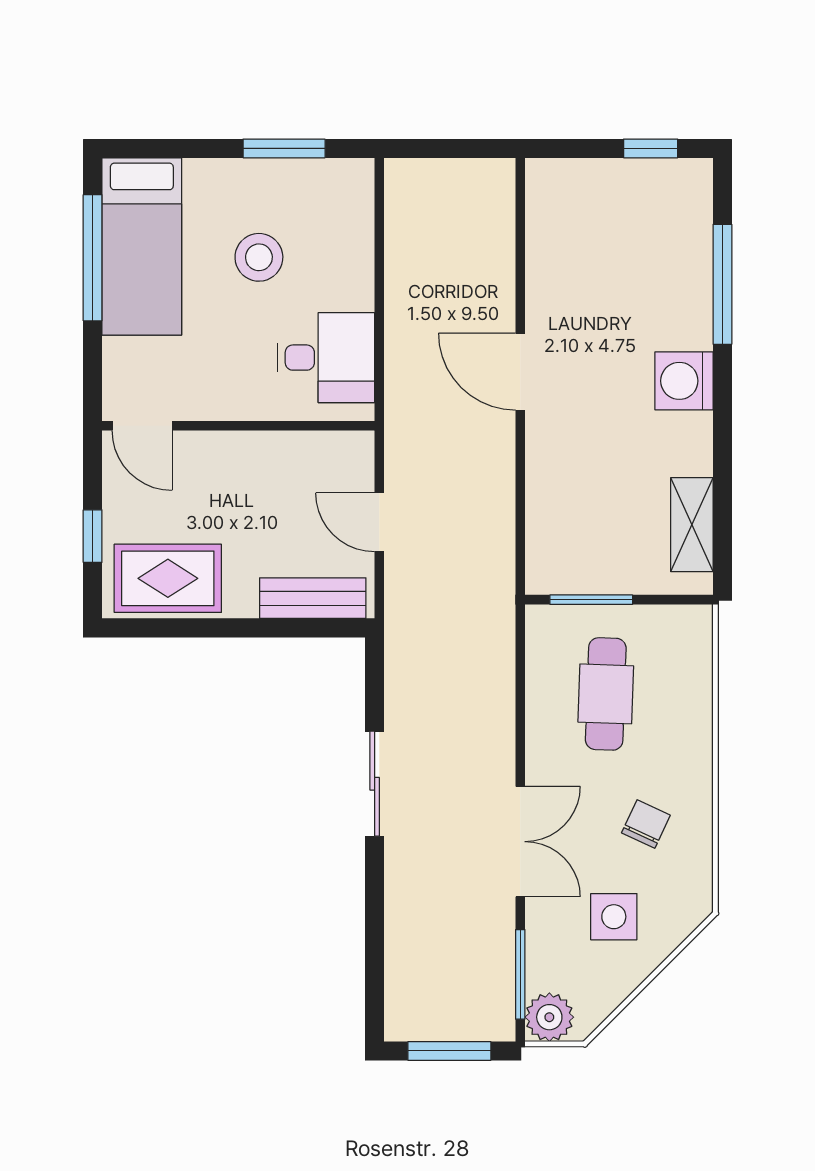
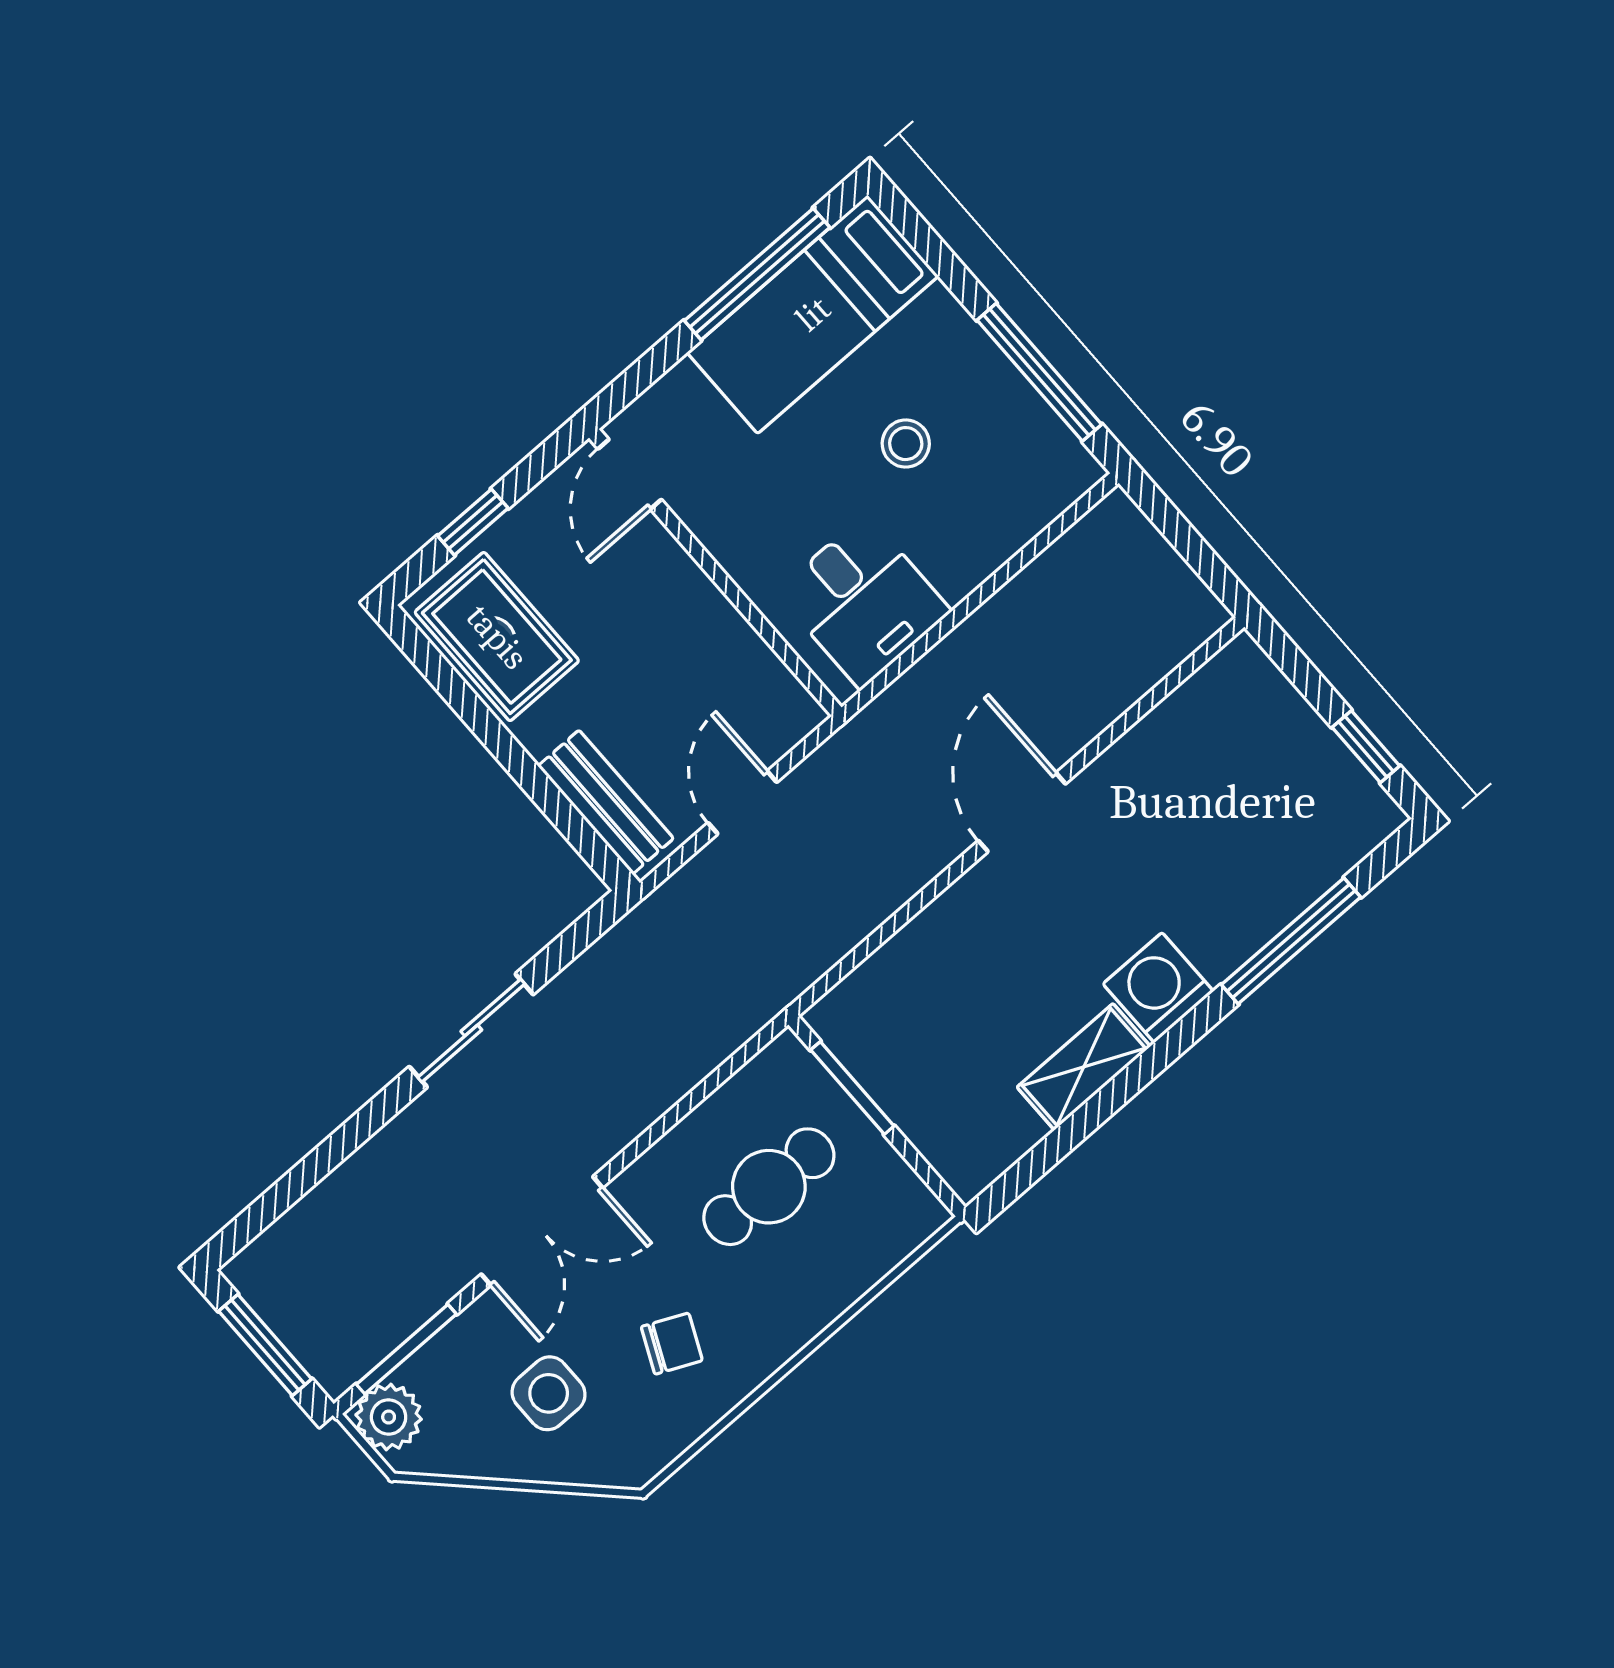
window: (284, 148) -> (1039, 372), width x1.44
stool: (259, 257) -> (906, 444), width x0.73, depth x0.73
shelving: (692, 525) -> (1084, 1067), moved

